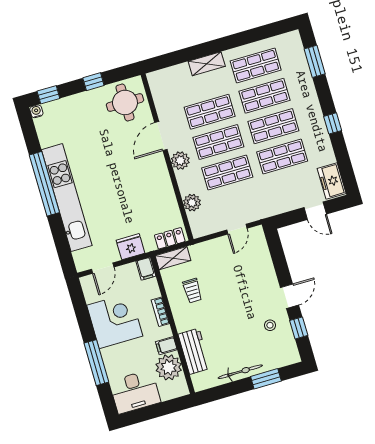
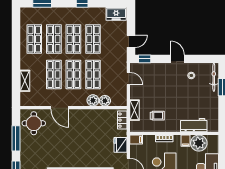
shelving: (207, 64) -> (25, 81), moved
window: (93, 82) -> (16, 138), width x2.17
plant: (180, 161) -> (93, 100), moved
door: (315, 211) -> (131, 41), moved
shelving: (173, 258) -> (135, 110), moved
window: (299, 328) -> (145, 59), moved
bicycle: (240, 372) -> (214, 77), moved

